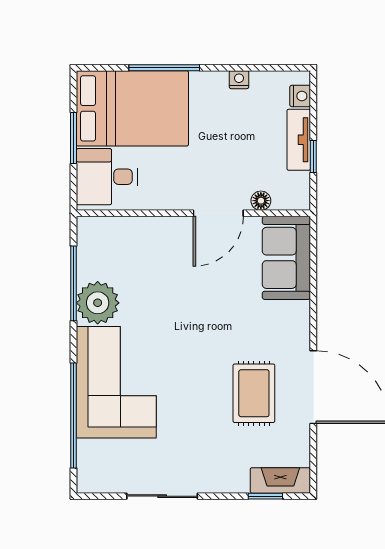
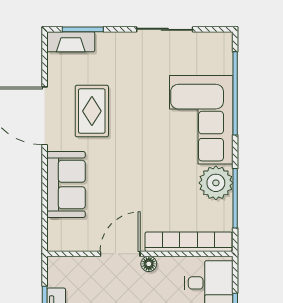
floor lamp: (261, 201) -> (149, 264), moved
bookcase: (132, 229) -> (189, 242), added
sofa: (286, 258) -> (66, 184), moved
window: (265, 496) -> (83, 29), width x1.50

